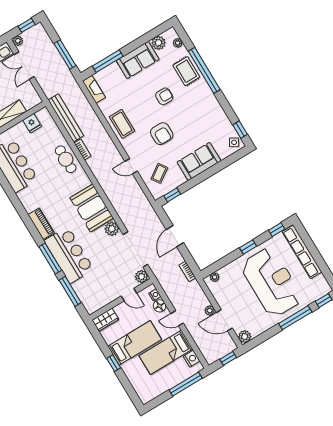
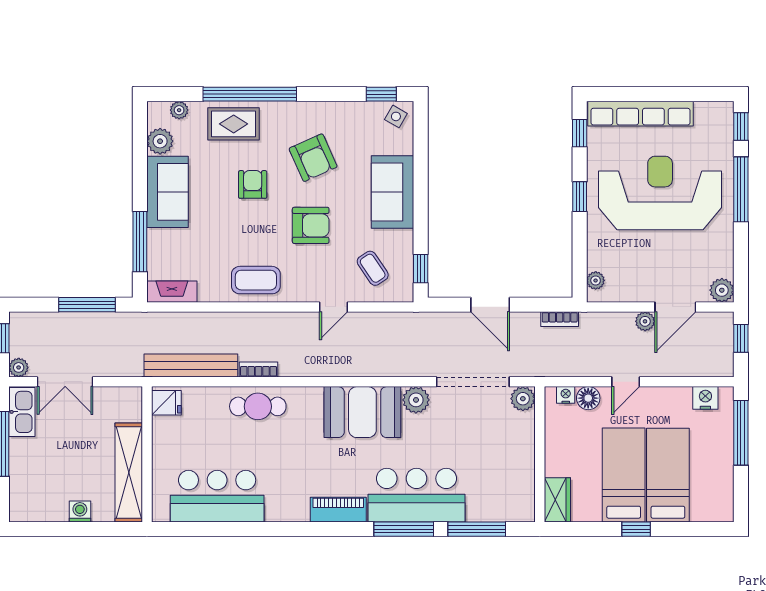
armchair: (193, 116) -> (313, 158), added
fridge: (32, 123) -> (166, 403), moved
door: (129, 295) -> (540, 437), removed
bed: (166, 352) -> (668, 475), moved, turned 180

